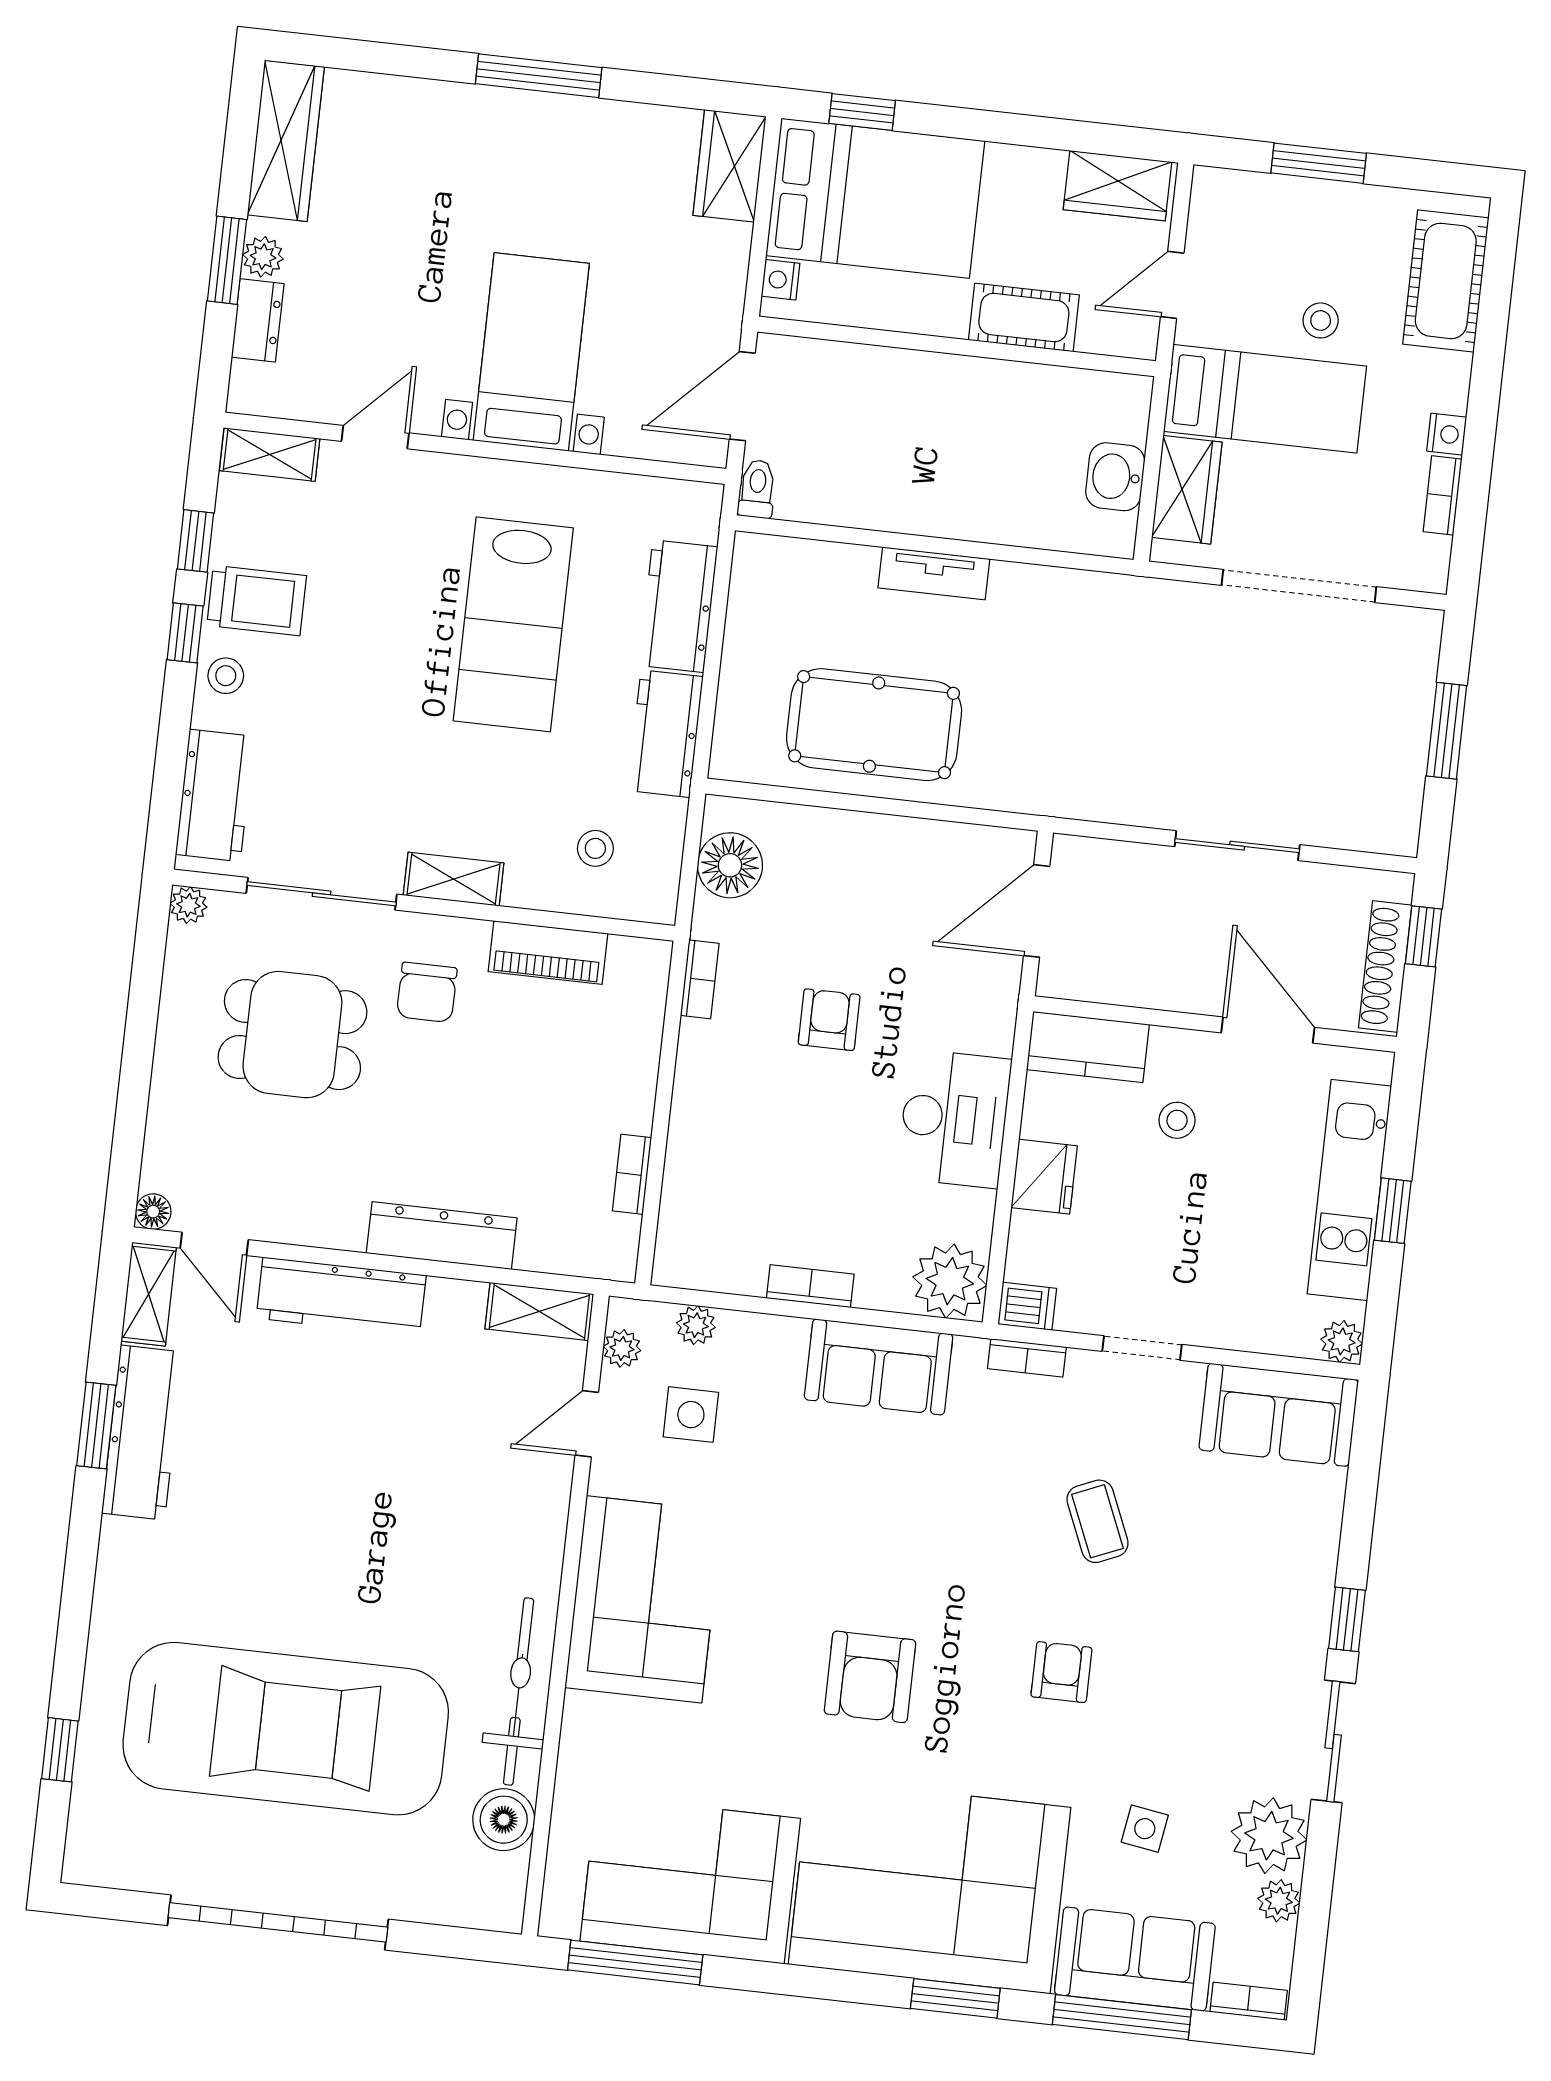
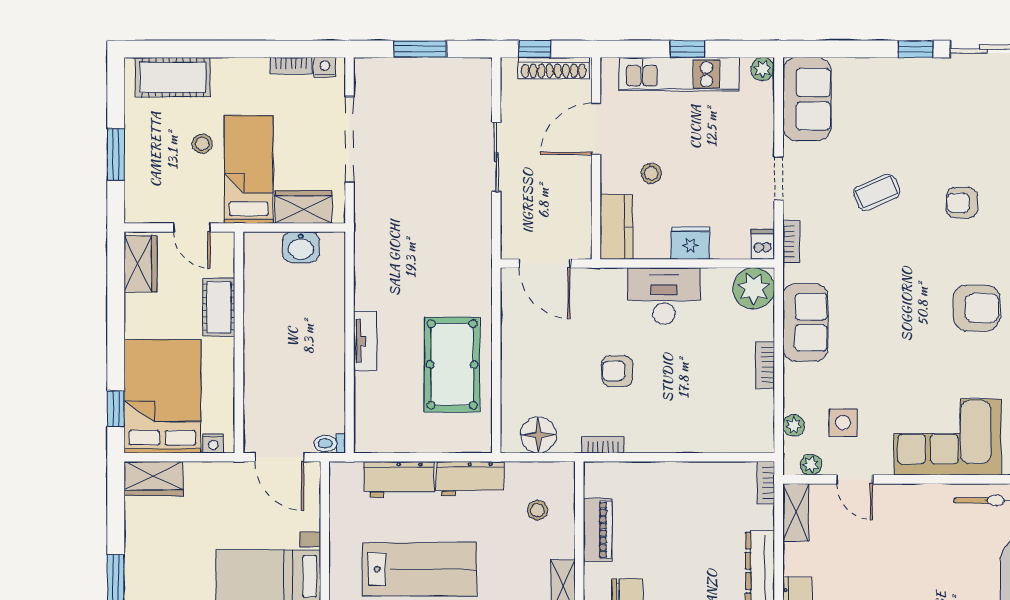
nightstand: (1447, 434) -> (325, 67), moved
bookcase: (632, 1174) -> (766, 483), moved, turned 90

